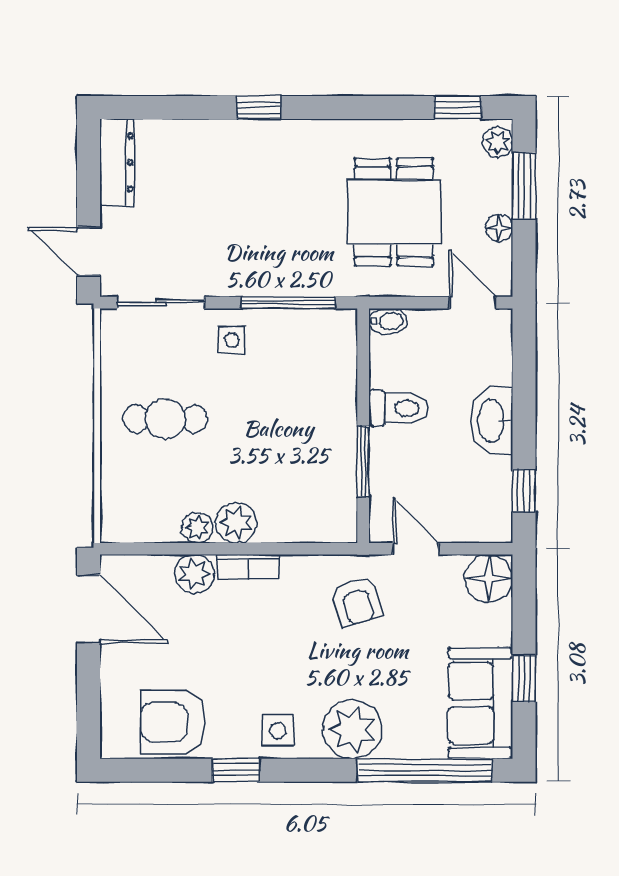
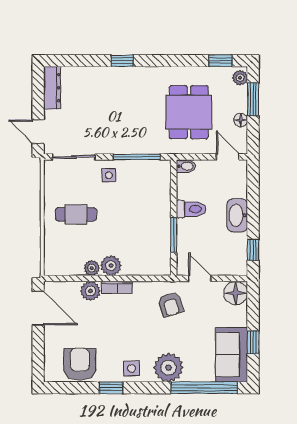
armchair: (173, 722) -> (80, 364), turned 90

